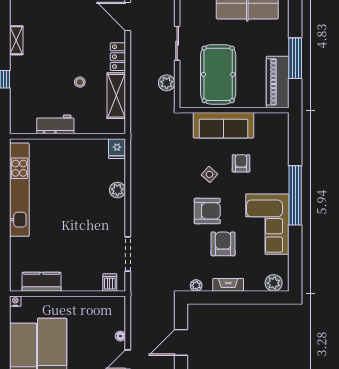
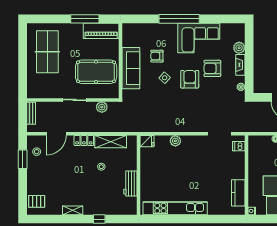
plant: (274, 283) -> (239, 48), moved

